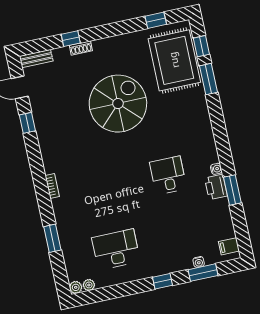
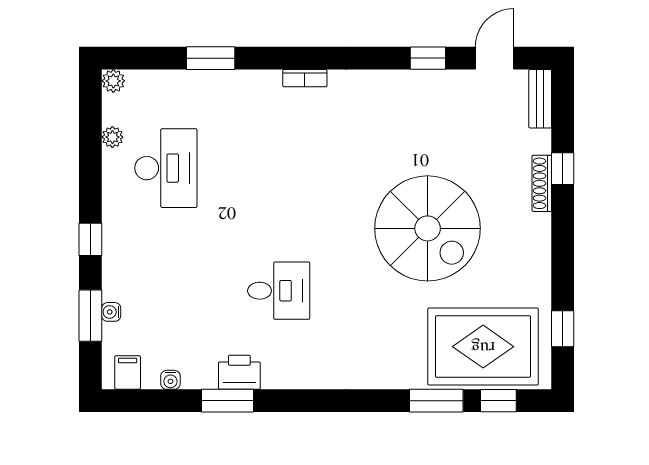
shoe rack: (81, 48) -> (542, 183), width x1.43
water cooler: (216, 169) -> (170, 380), moved
plant: (89, 285) -> (112, 137), moved

